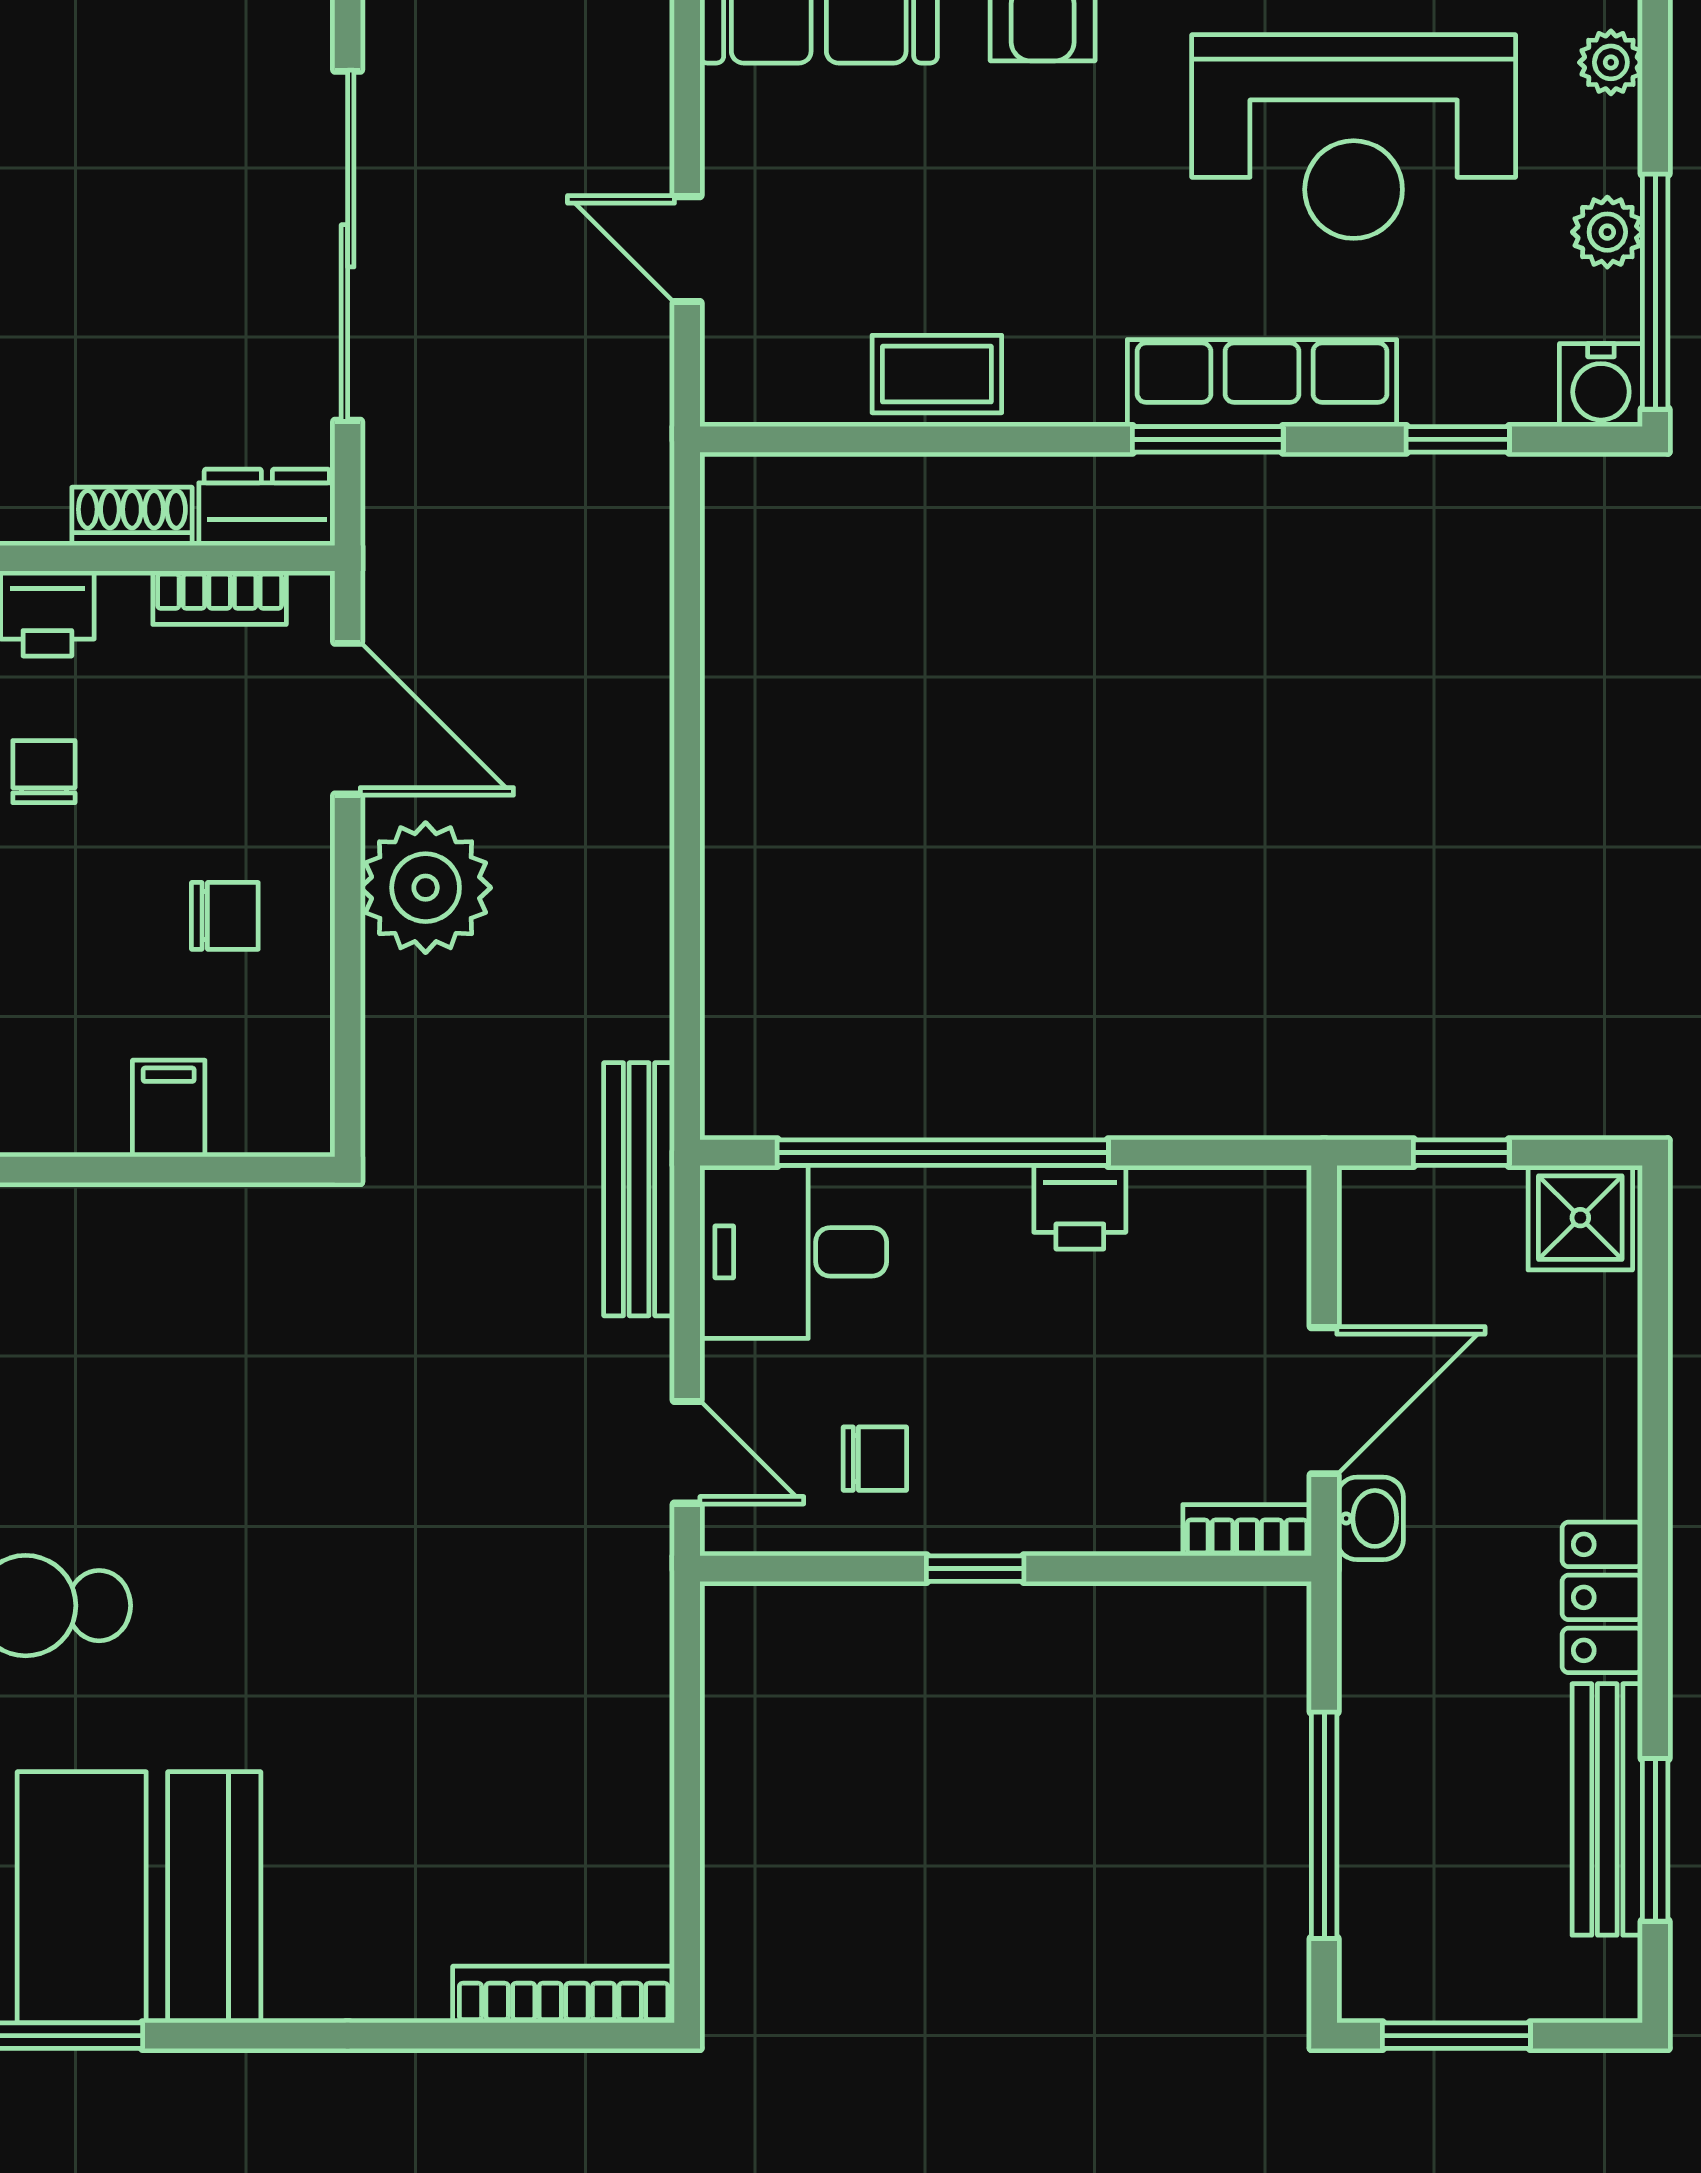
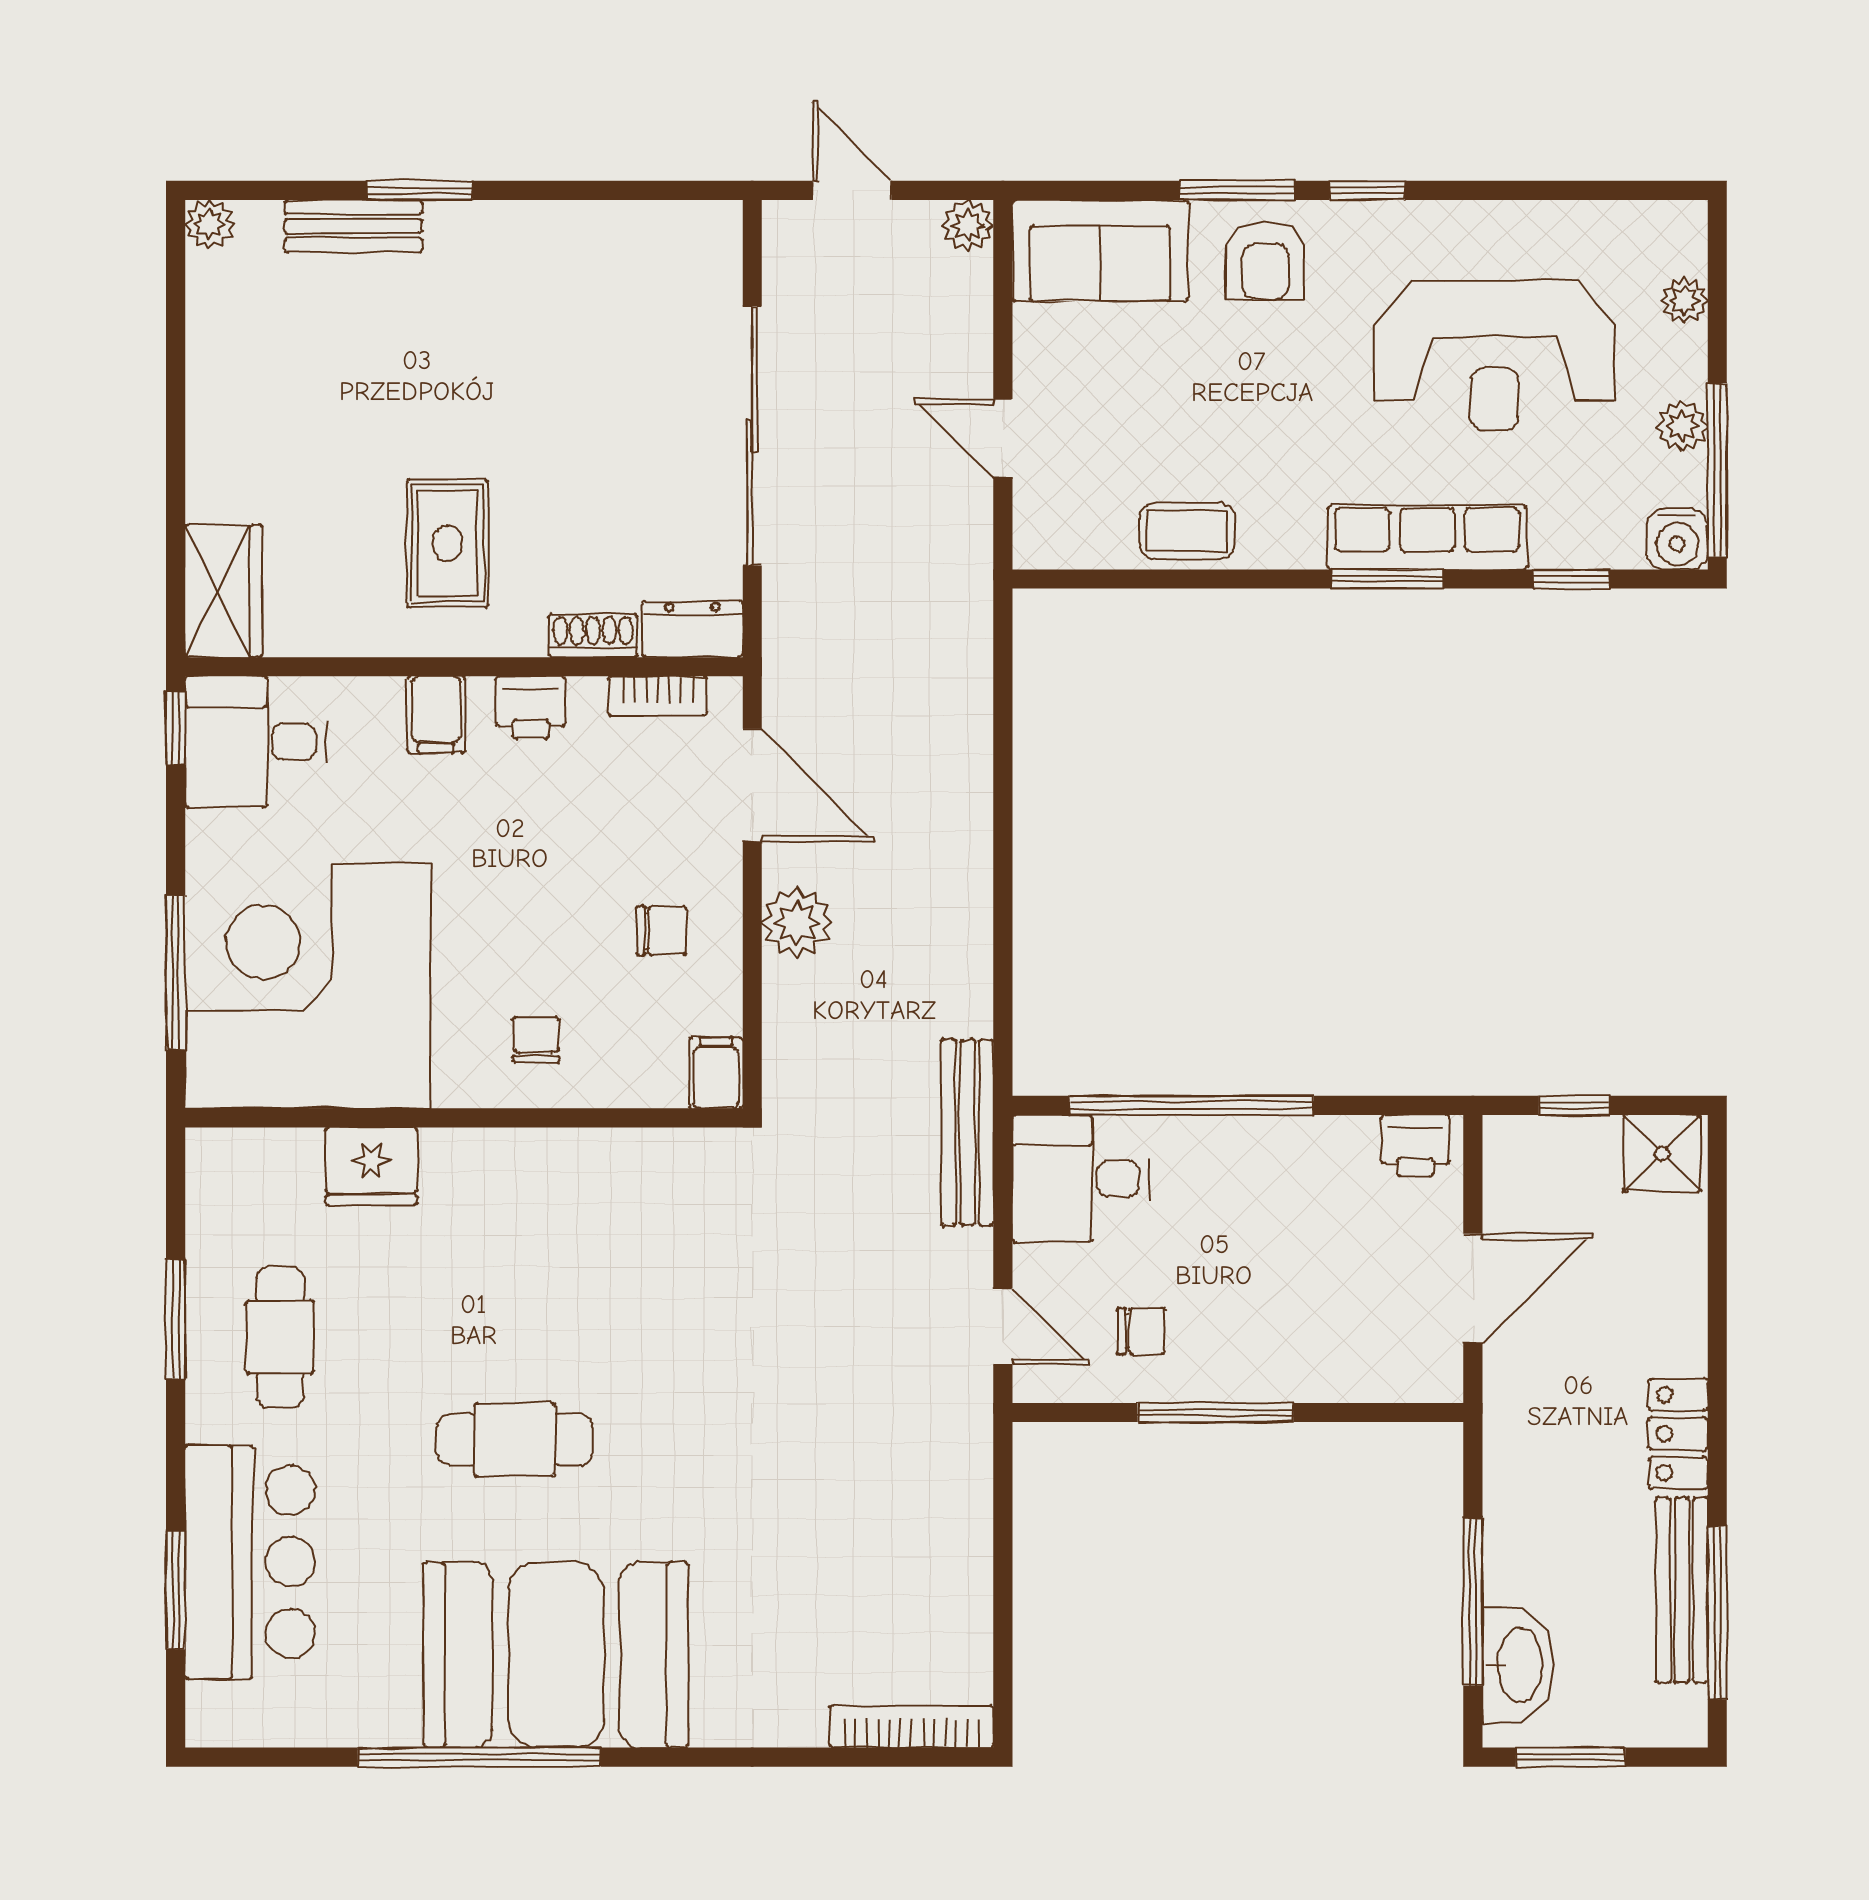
chair: (44, 772) -> (536, 1040), moved
plant: (426, 888) -> (797, 923), width x0.73, depth x0.73
filing cabinet: (169, 1109) -> (716, 1073), moved
printer: (1080, 1207) -> (1415, 1146), moved
washbasin: (1370, 1518) -> (1518, 1665), moved, width x1.91, depth x1.45
bookcase: (1247, 1530) -> (1416, 1384), removed
window: (975, 1569) -> (1215, 1412), width x2.17
window: (1655, 1840) -> (1717, 1613), width x1.44

